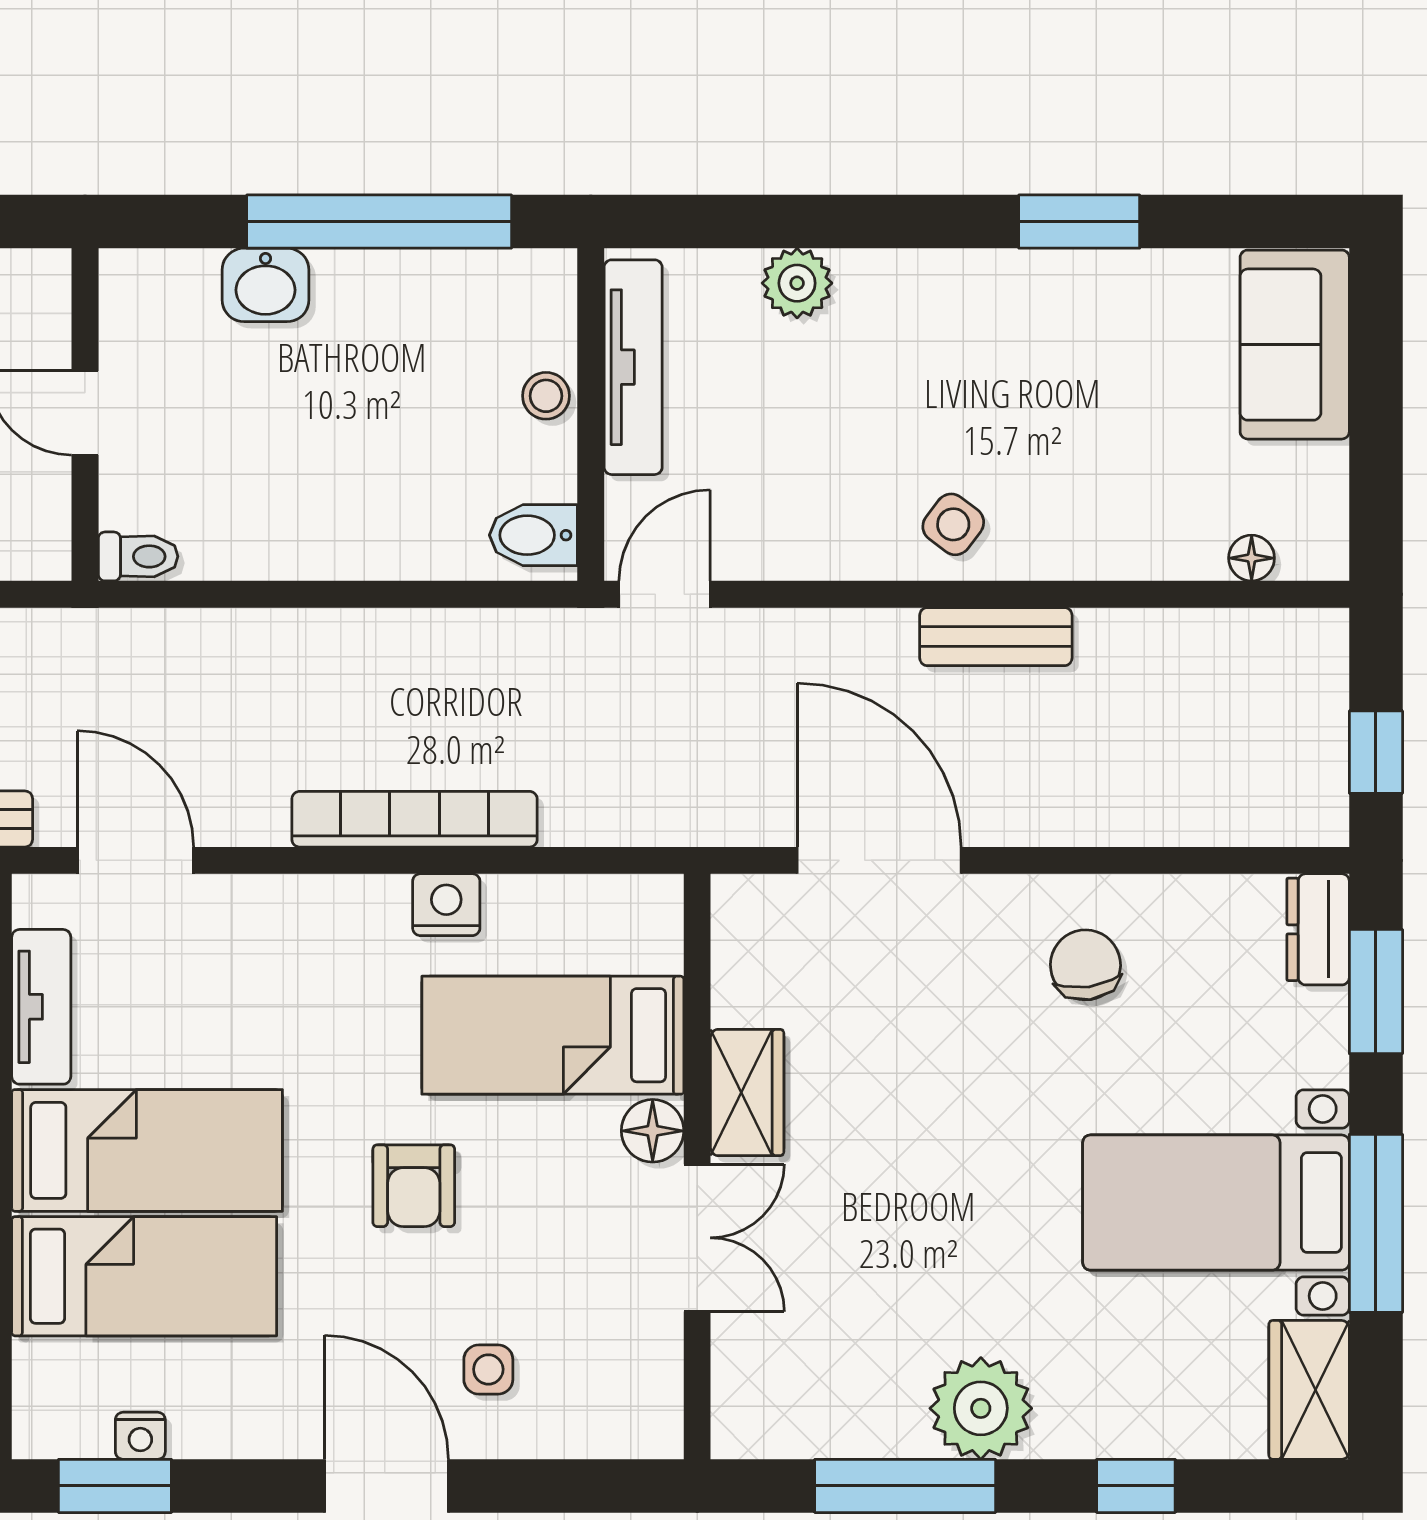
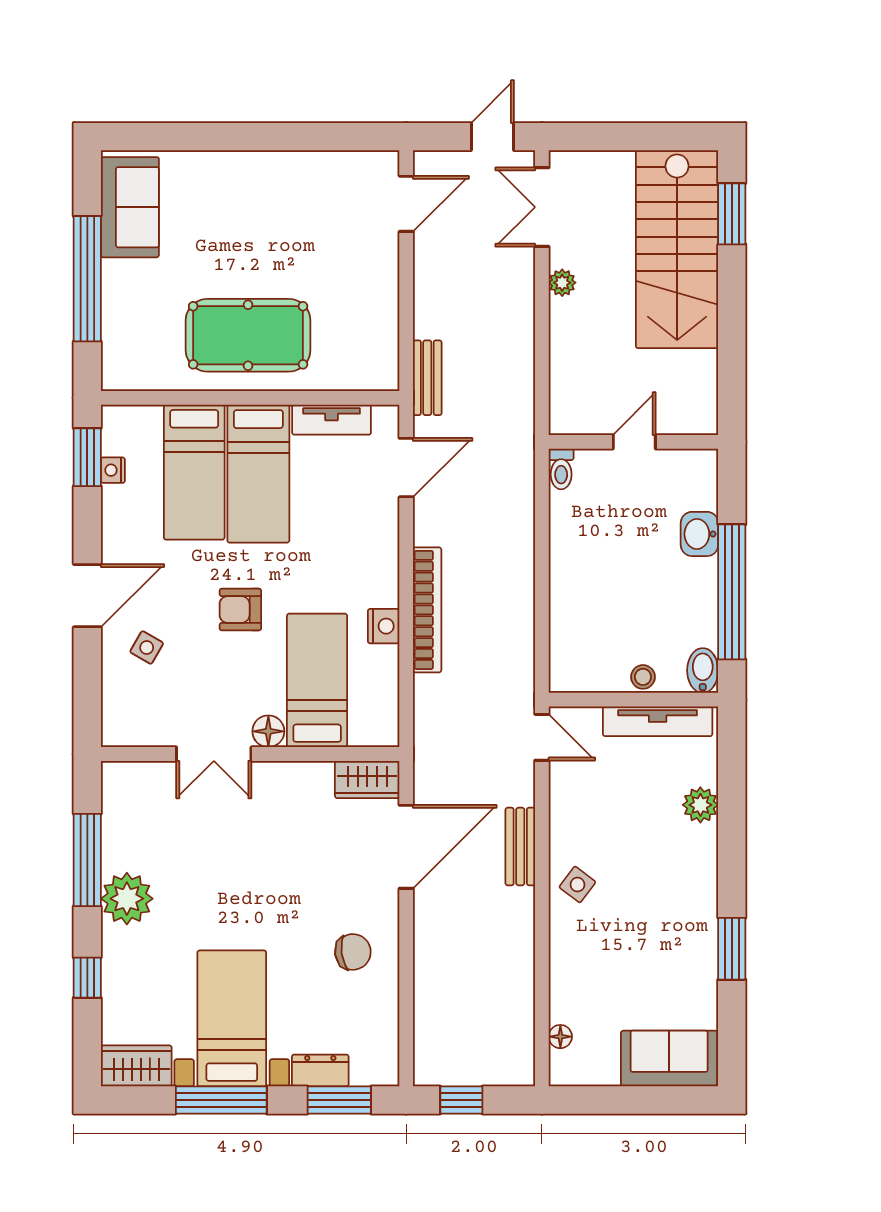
bidet: (533, 535) -> (703, 670), moved
bench: (996, 637) -> (520, 846), moved
dresser: (1318, 929) -> (320, 1070), moved
wardrobe: (747, 1093) -> (367, 779), moved
side table: (488, 1369) -> (147, 648), turned 30

